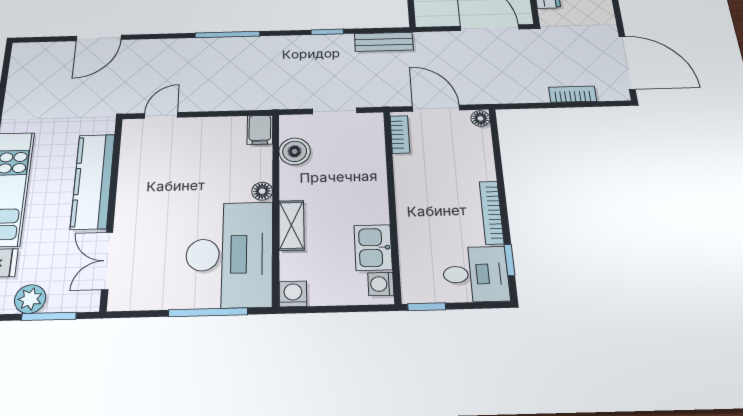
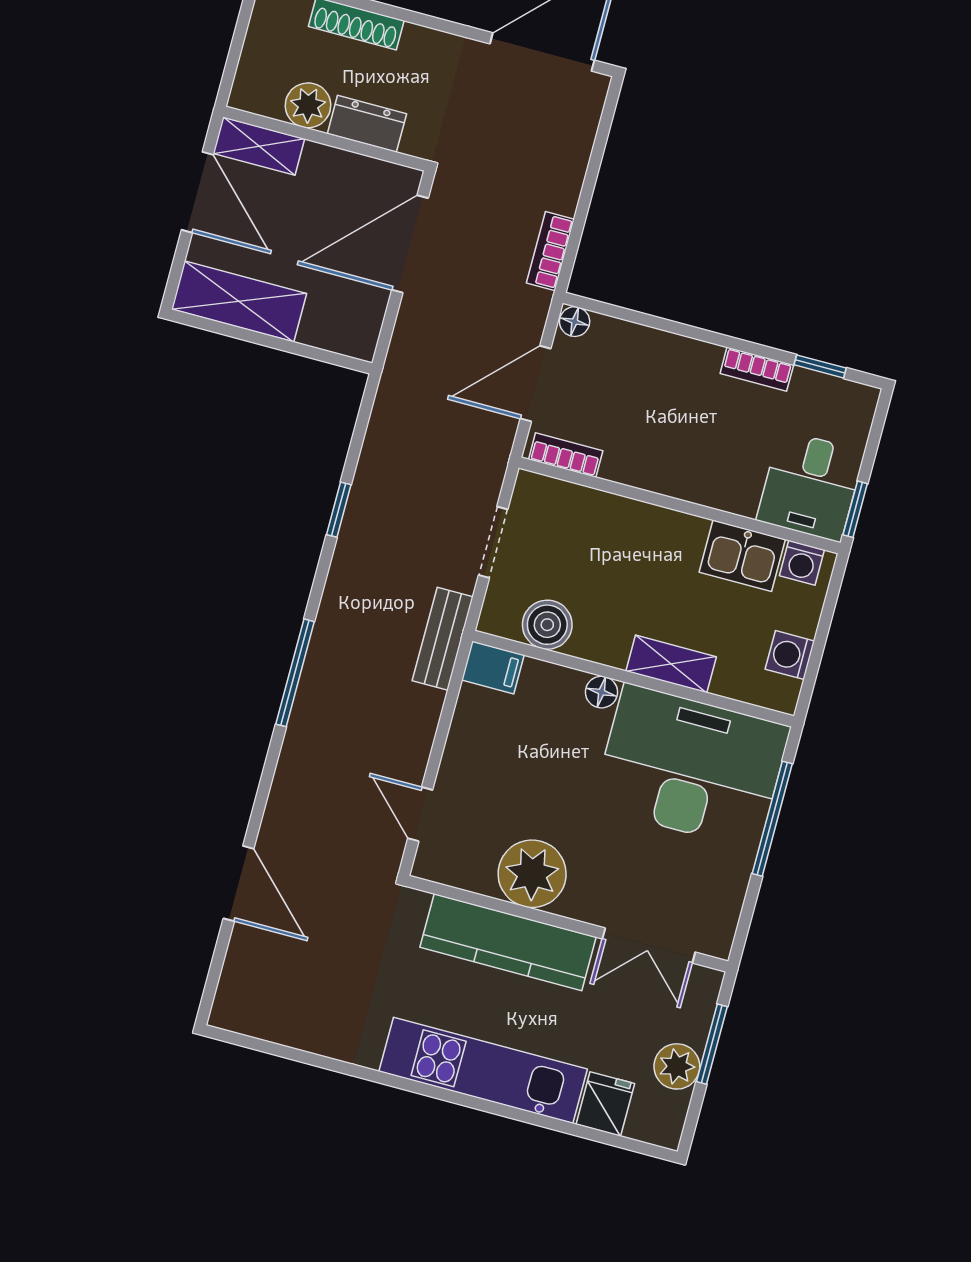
bench: (384, 42) -> (443, 639), moved
bookcase: (572, 94) -> (550, 251), moved
plant: (139, 183) -> (532, 874), added
bookcase: (492, 213) -> (757, 369), width x0.64
desk: (476, 274) -> (810, 486), moved, turned 180
washing machine: (293, 294) -> (790, 655), moved

